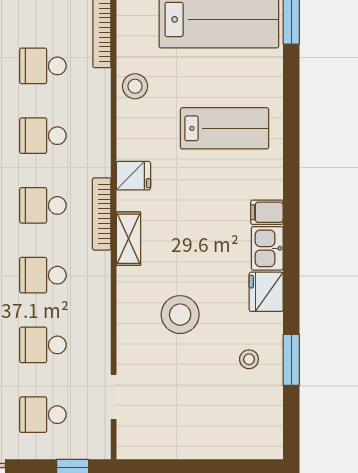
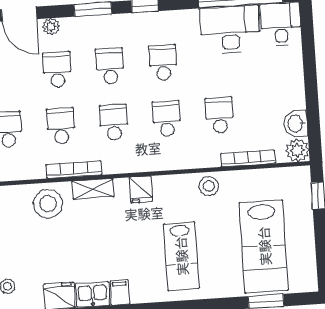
bookcase: (102, 214) -> (74, 170), moved
stool: (180, 315) -> (48, 204), moved

